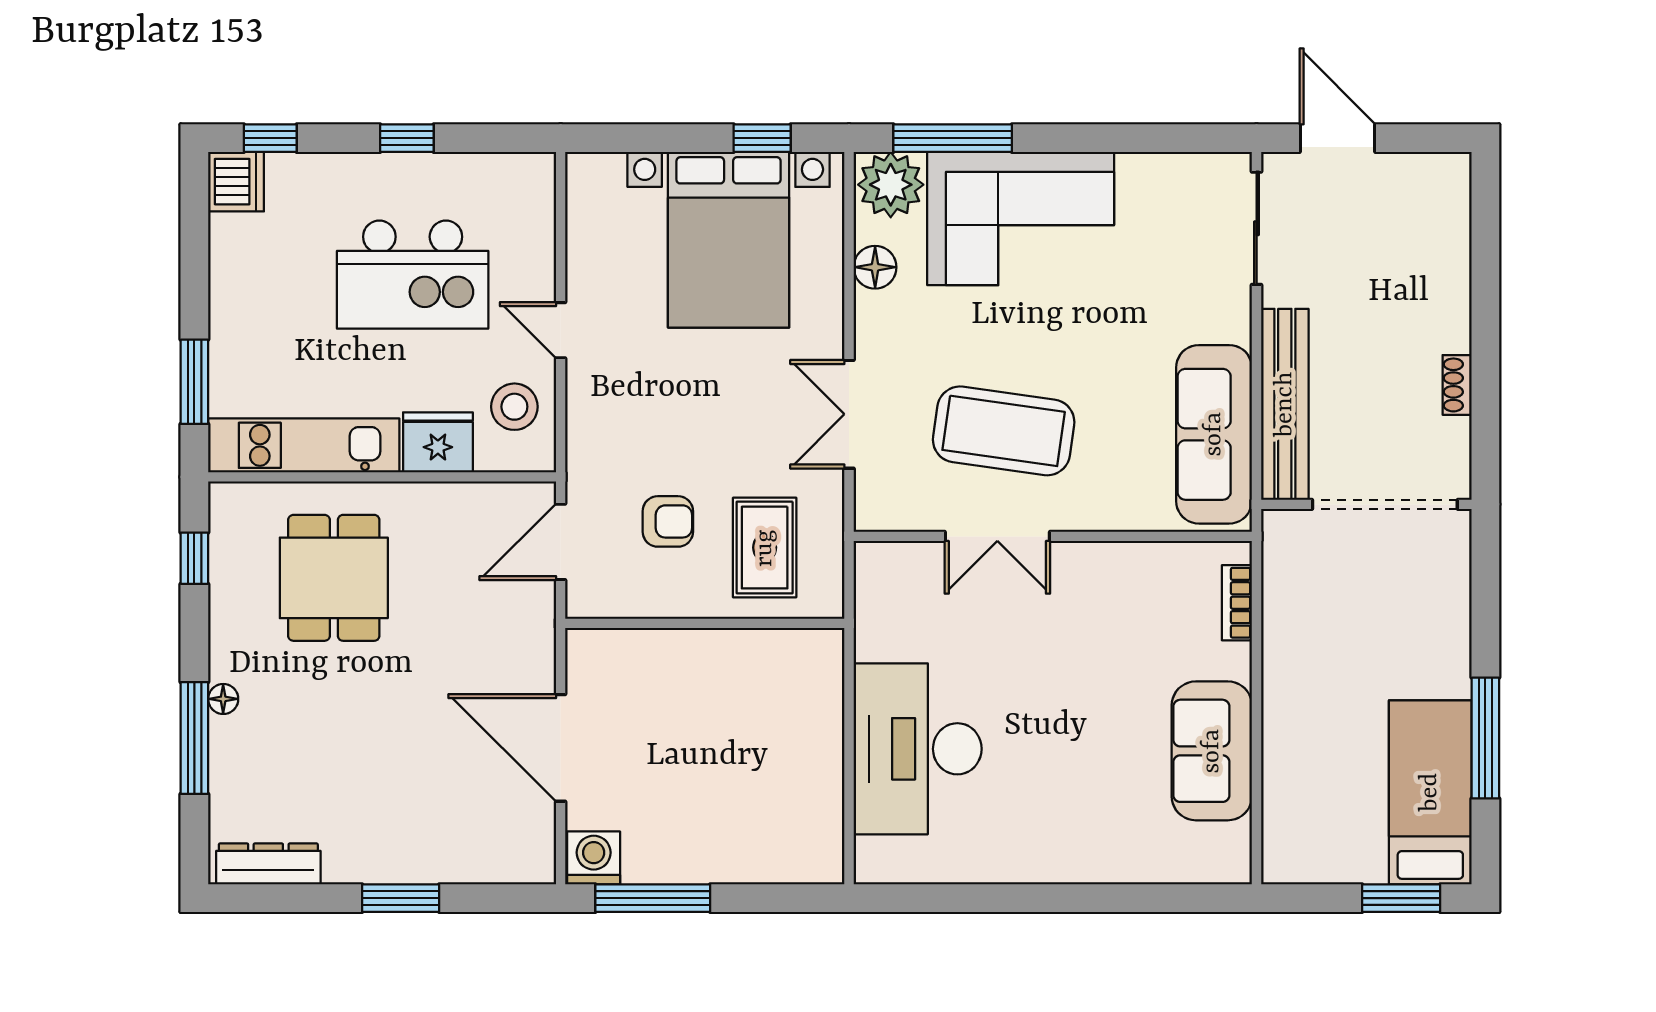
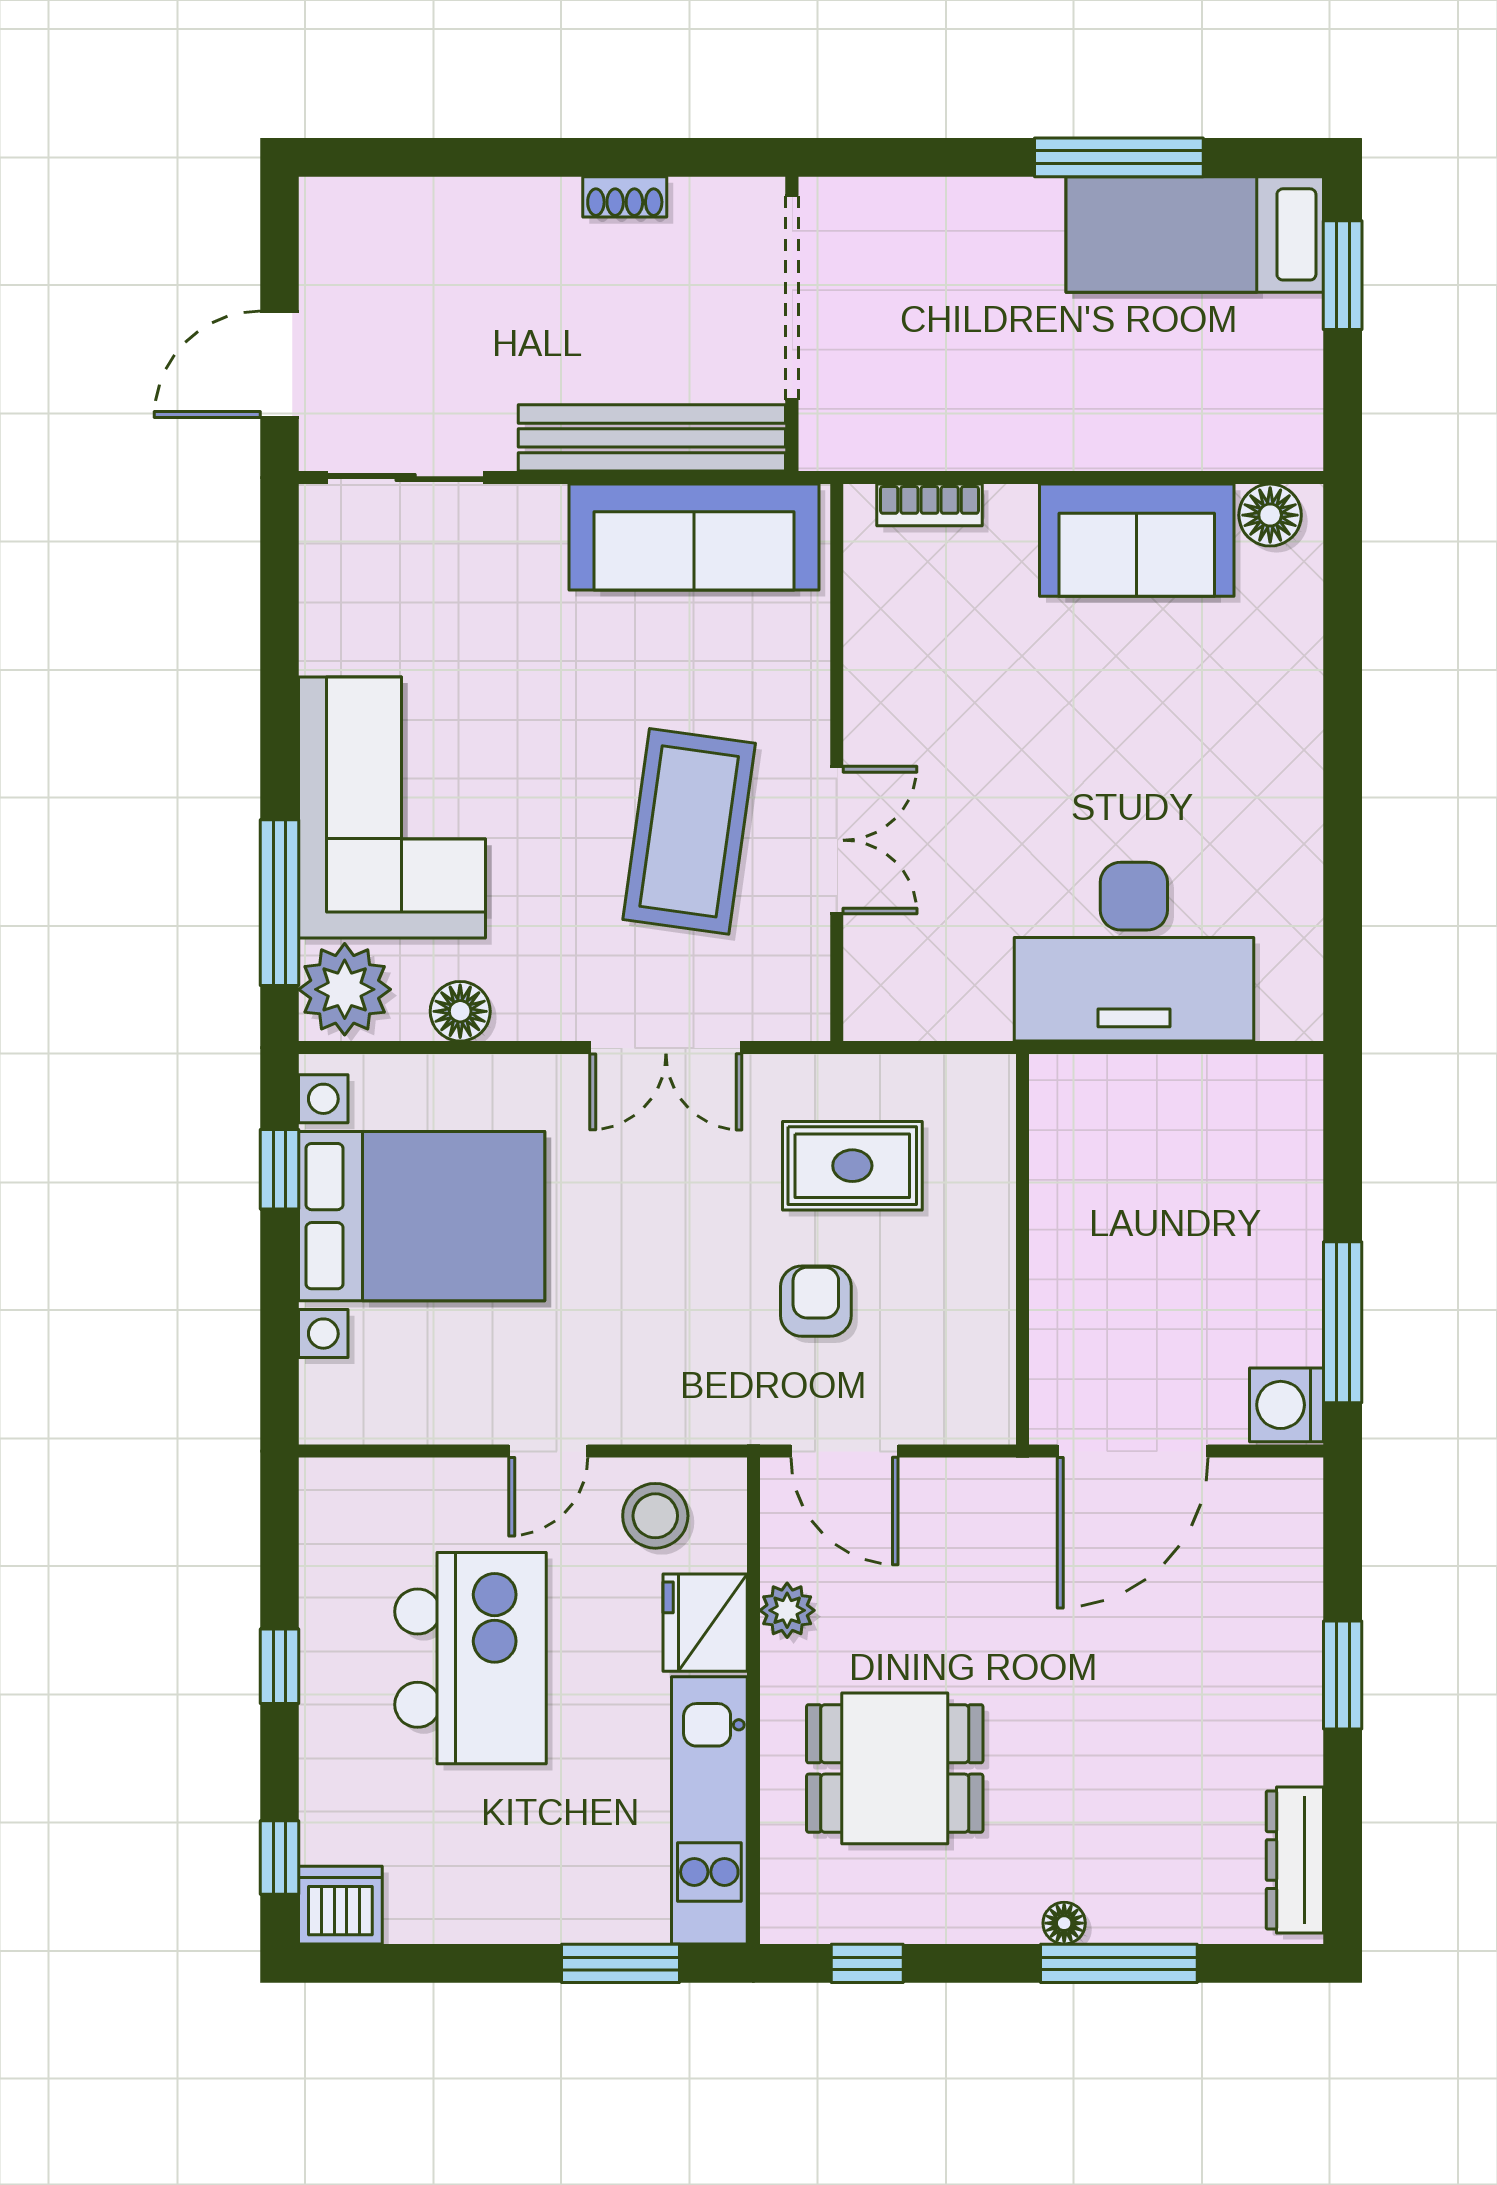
plant: (447, 501) -> (787, 1610), added
wall: (705, 623) -> (1022, 1249), moved
floor lamp: (1230, 846) -> (1270, 515), added

